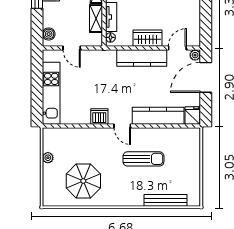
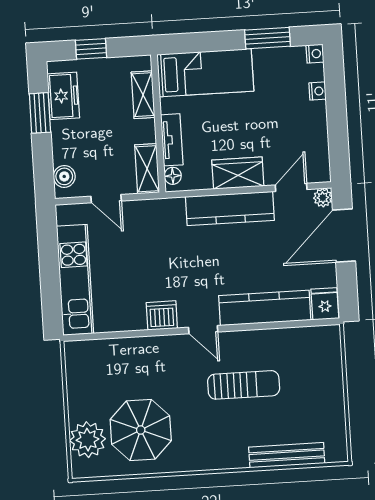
shelving: (96, 19) -> (147, 169), moved
plant: (48, 158) -> (88, 440), moved, width x1.88, depth x1.88

